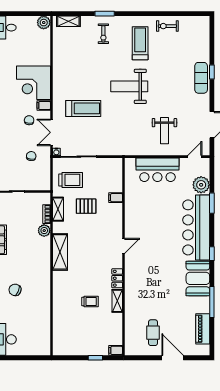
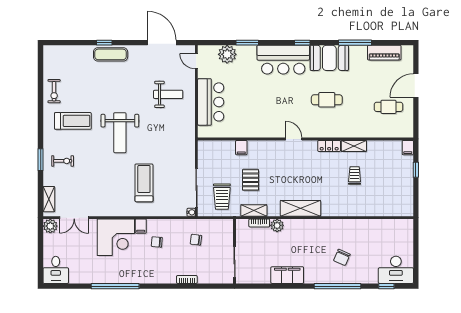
treadmill: (140, 43) -> (73, 121), turned 180
double door: (51, 132) -> (74, 218), moved
trolley: (71, 180) -> (222, 197), turned 180
bar counter: (196, 227) -> (283, 60), width x0.73
cafe table: (159, 276) -> (327, 100), added

